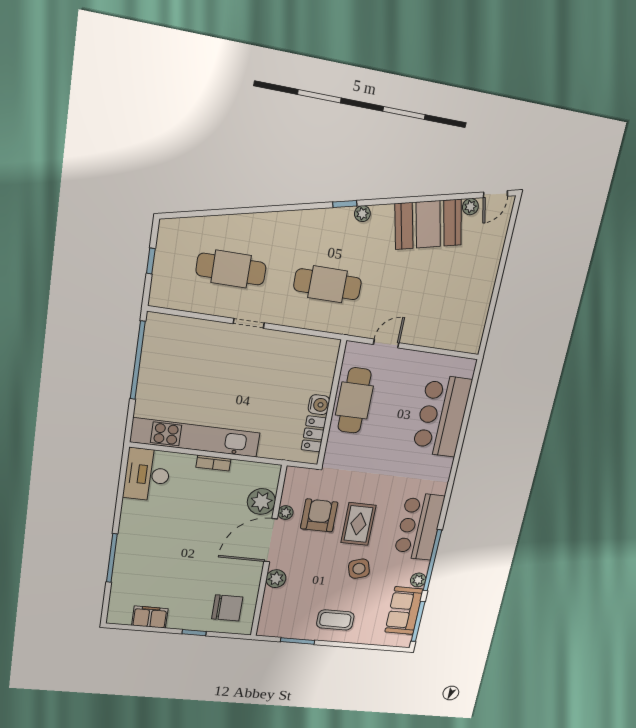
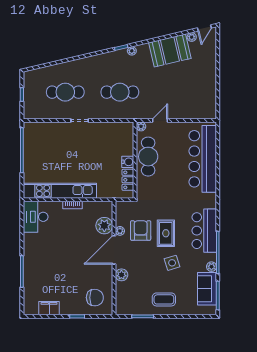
plant: (352, 349) -> (141, 126), added
bar counter: (442, 416) -> (203, 159), width x1.36

